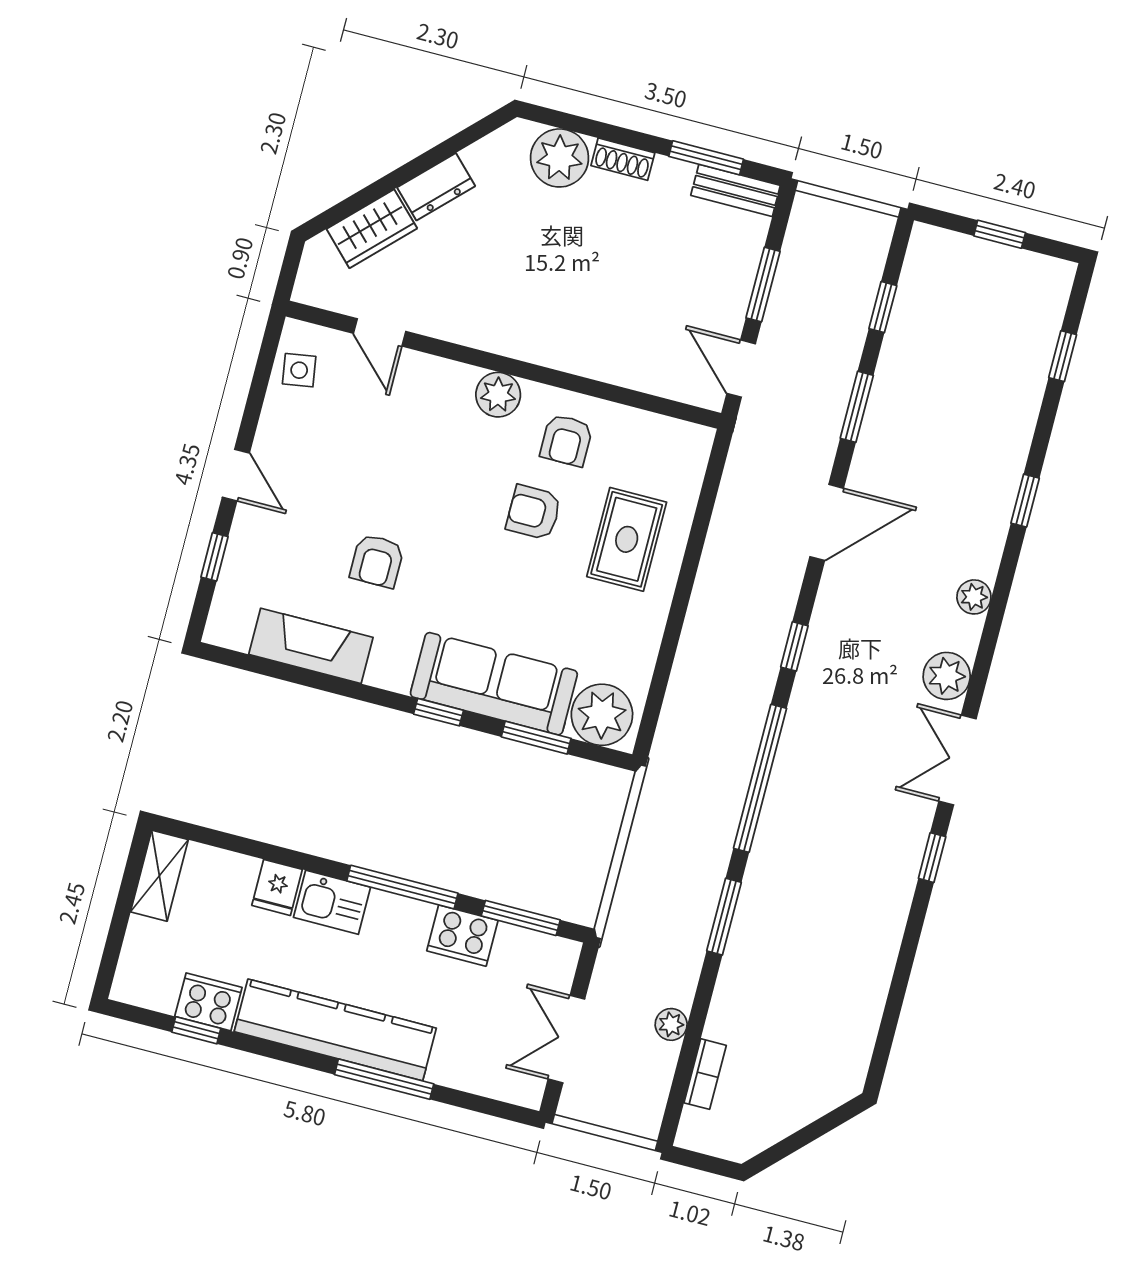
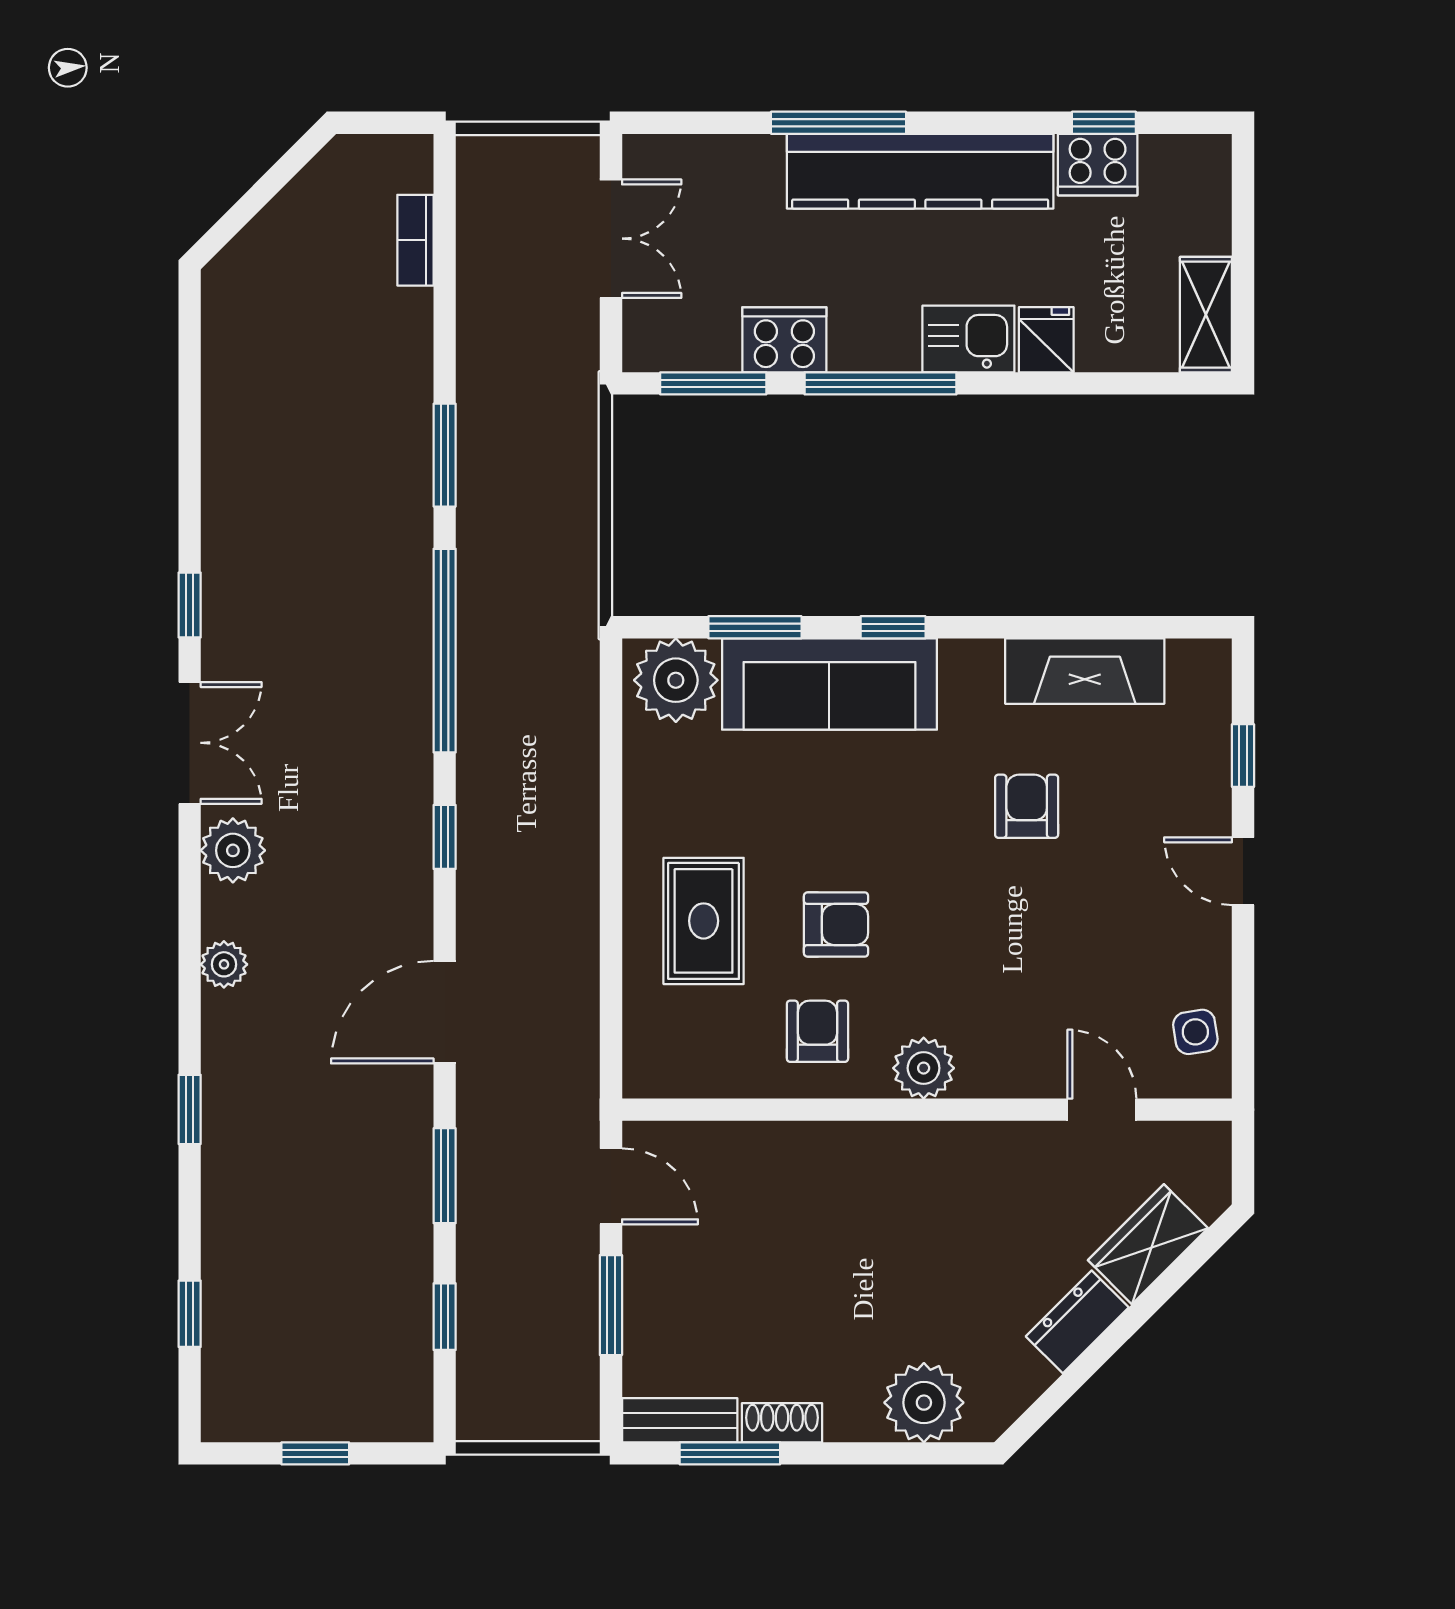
shoe rack: (623, 159) -> (782, 1423), moved
plant: (671, 1024) -> (477, 294), removed

